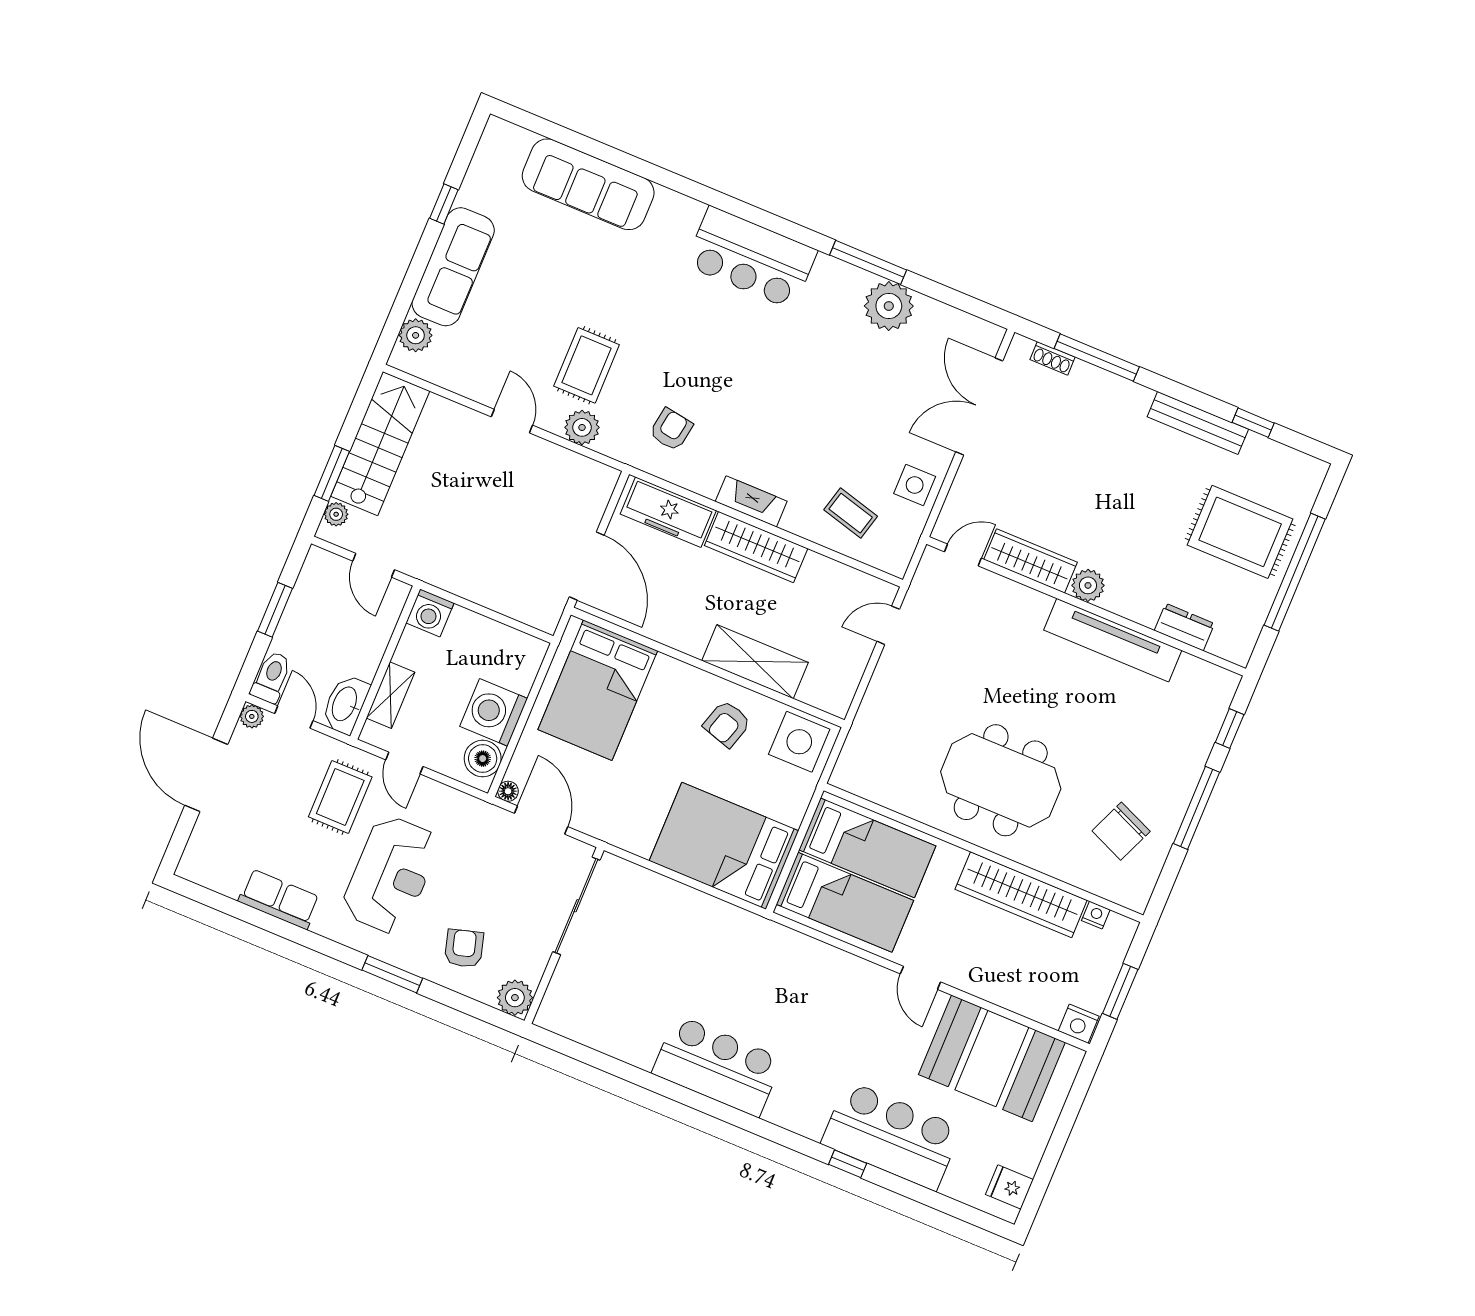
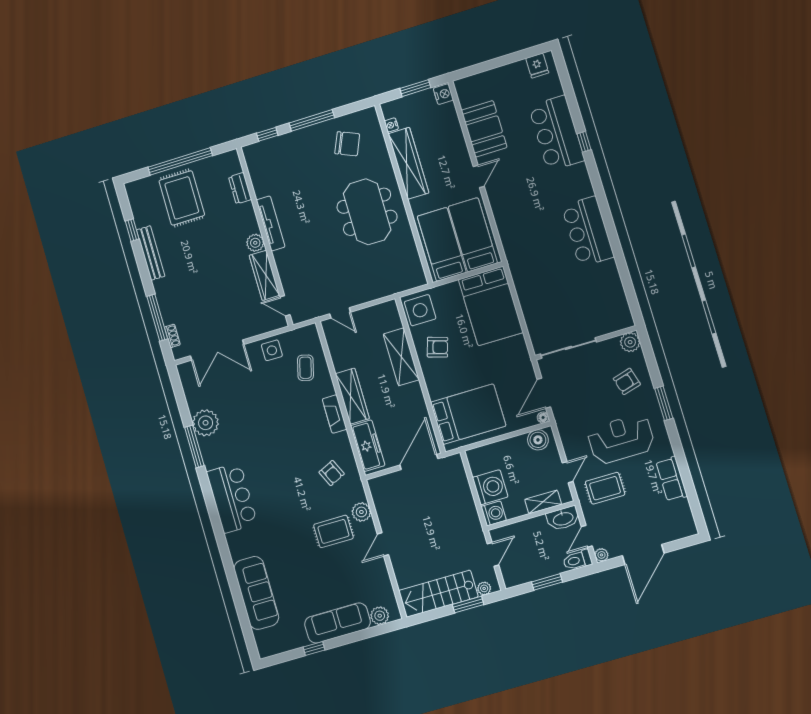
armchair: (671, 429) -> (332, 473), turned -124
tv unit: (1113, 640) -> (271, 223), width x0.73, depth x0.78
washing machine: (494, 712) -> (490, 487), moved, turned -90
booth: (992, 1058) -> (484, 129), width x0.73, depth x0.70

